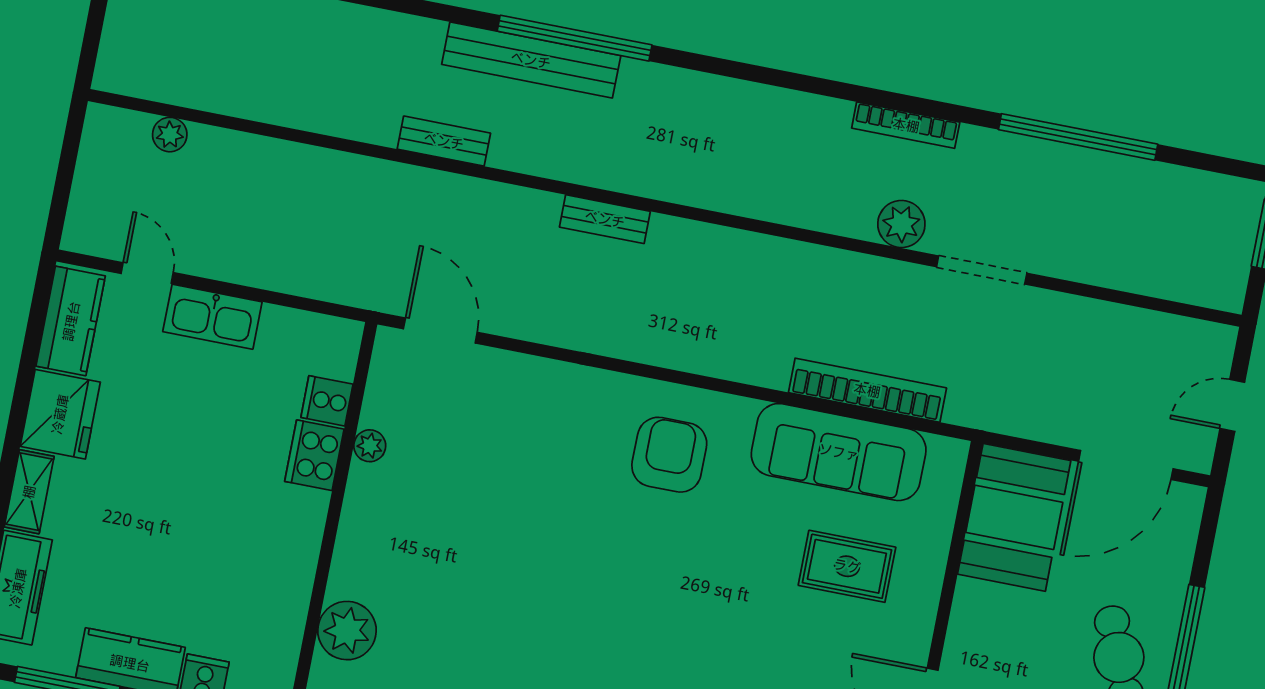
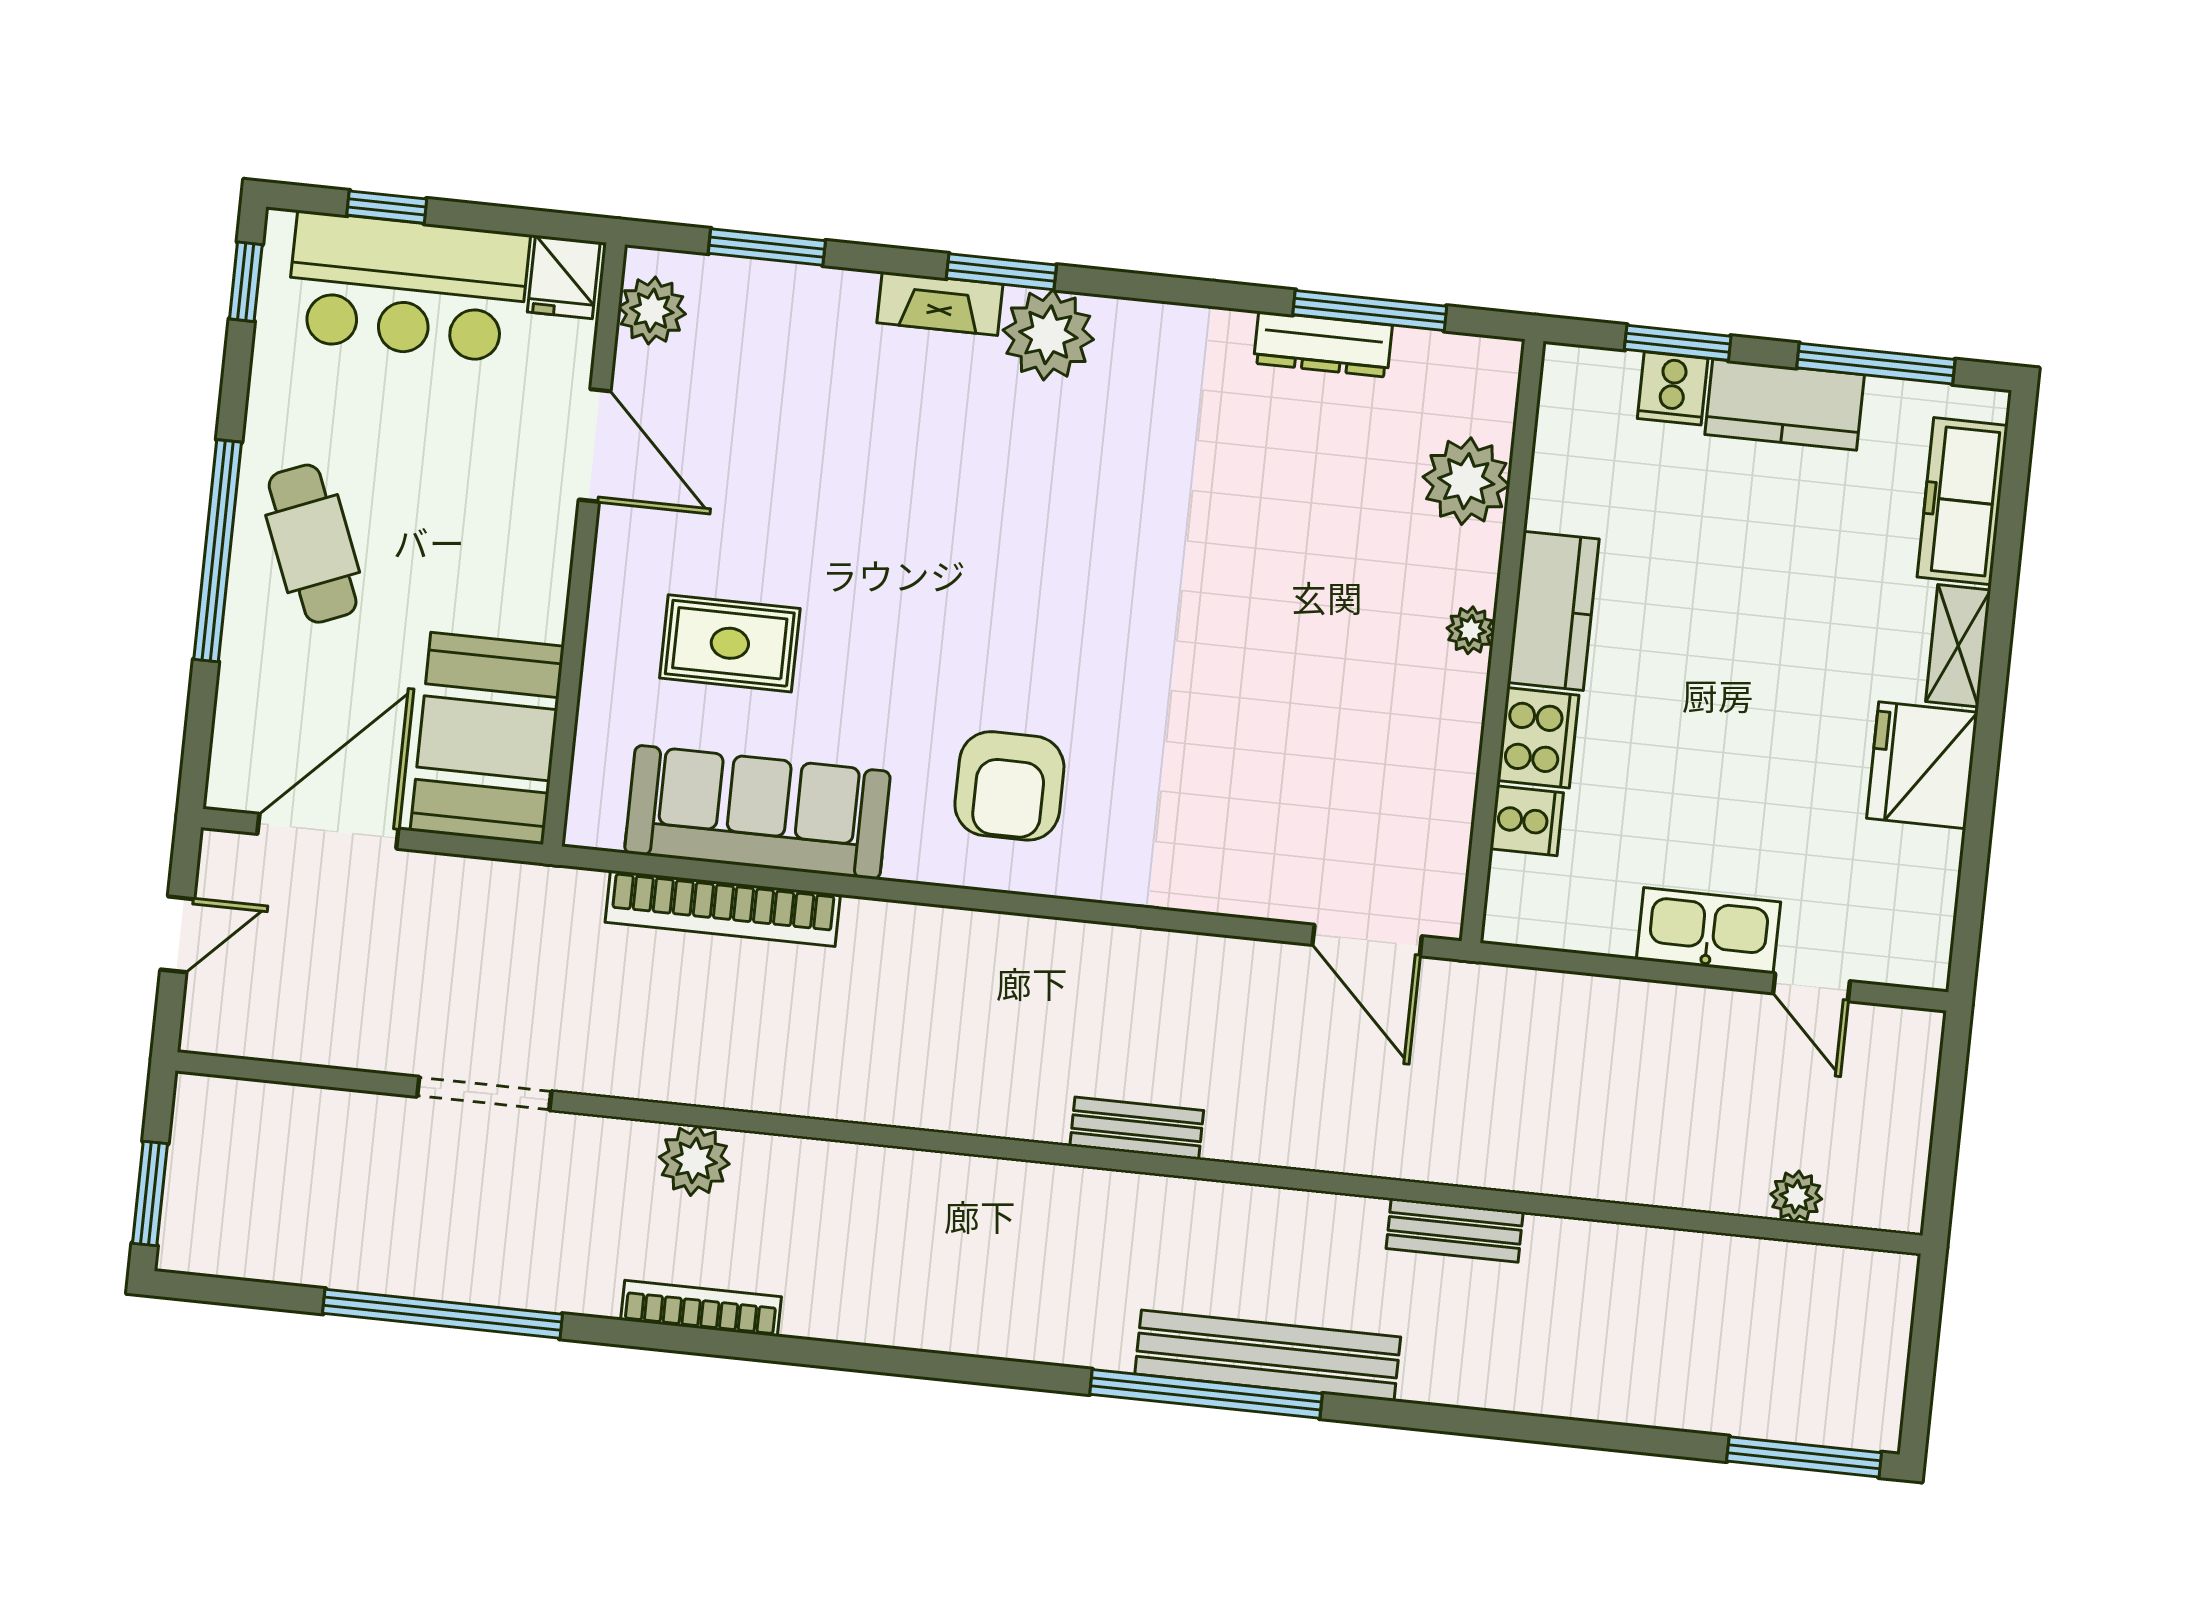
bench: (444, 141) -> (1455, 1230), moved
doorway: (982, 270) -> (484, 1094), moved
kitchen counter: (71, 321) -> (1553, 611), moved, turned 180
plant: (370, 446) -> (1470, 630), moved

